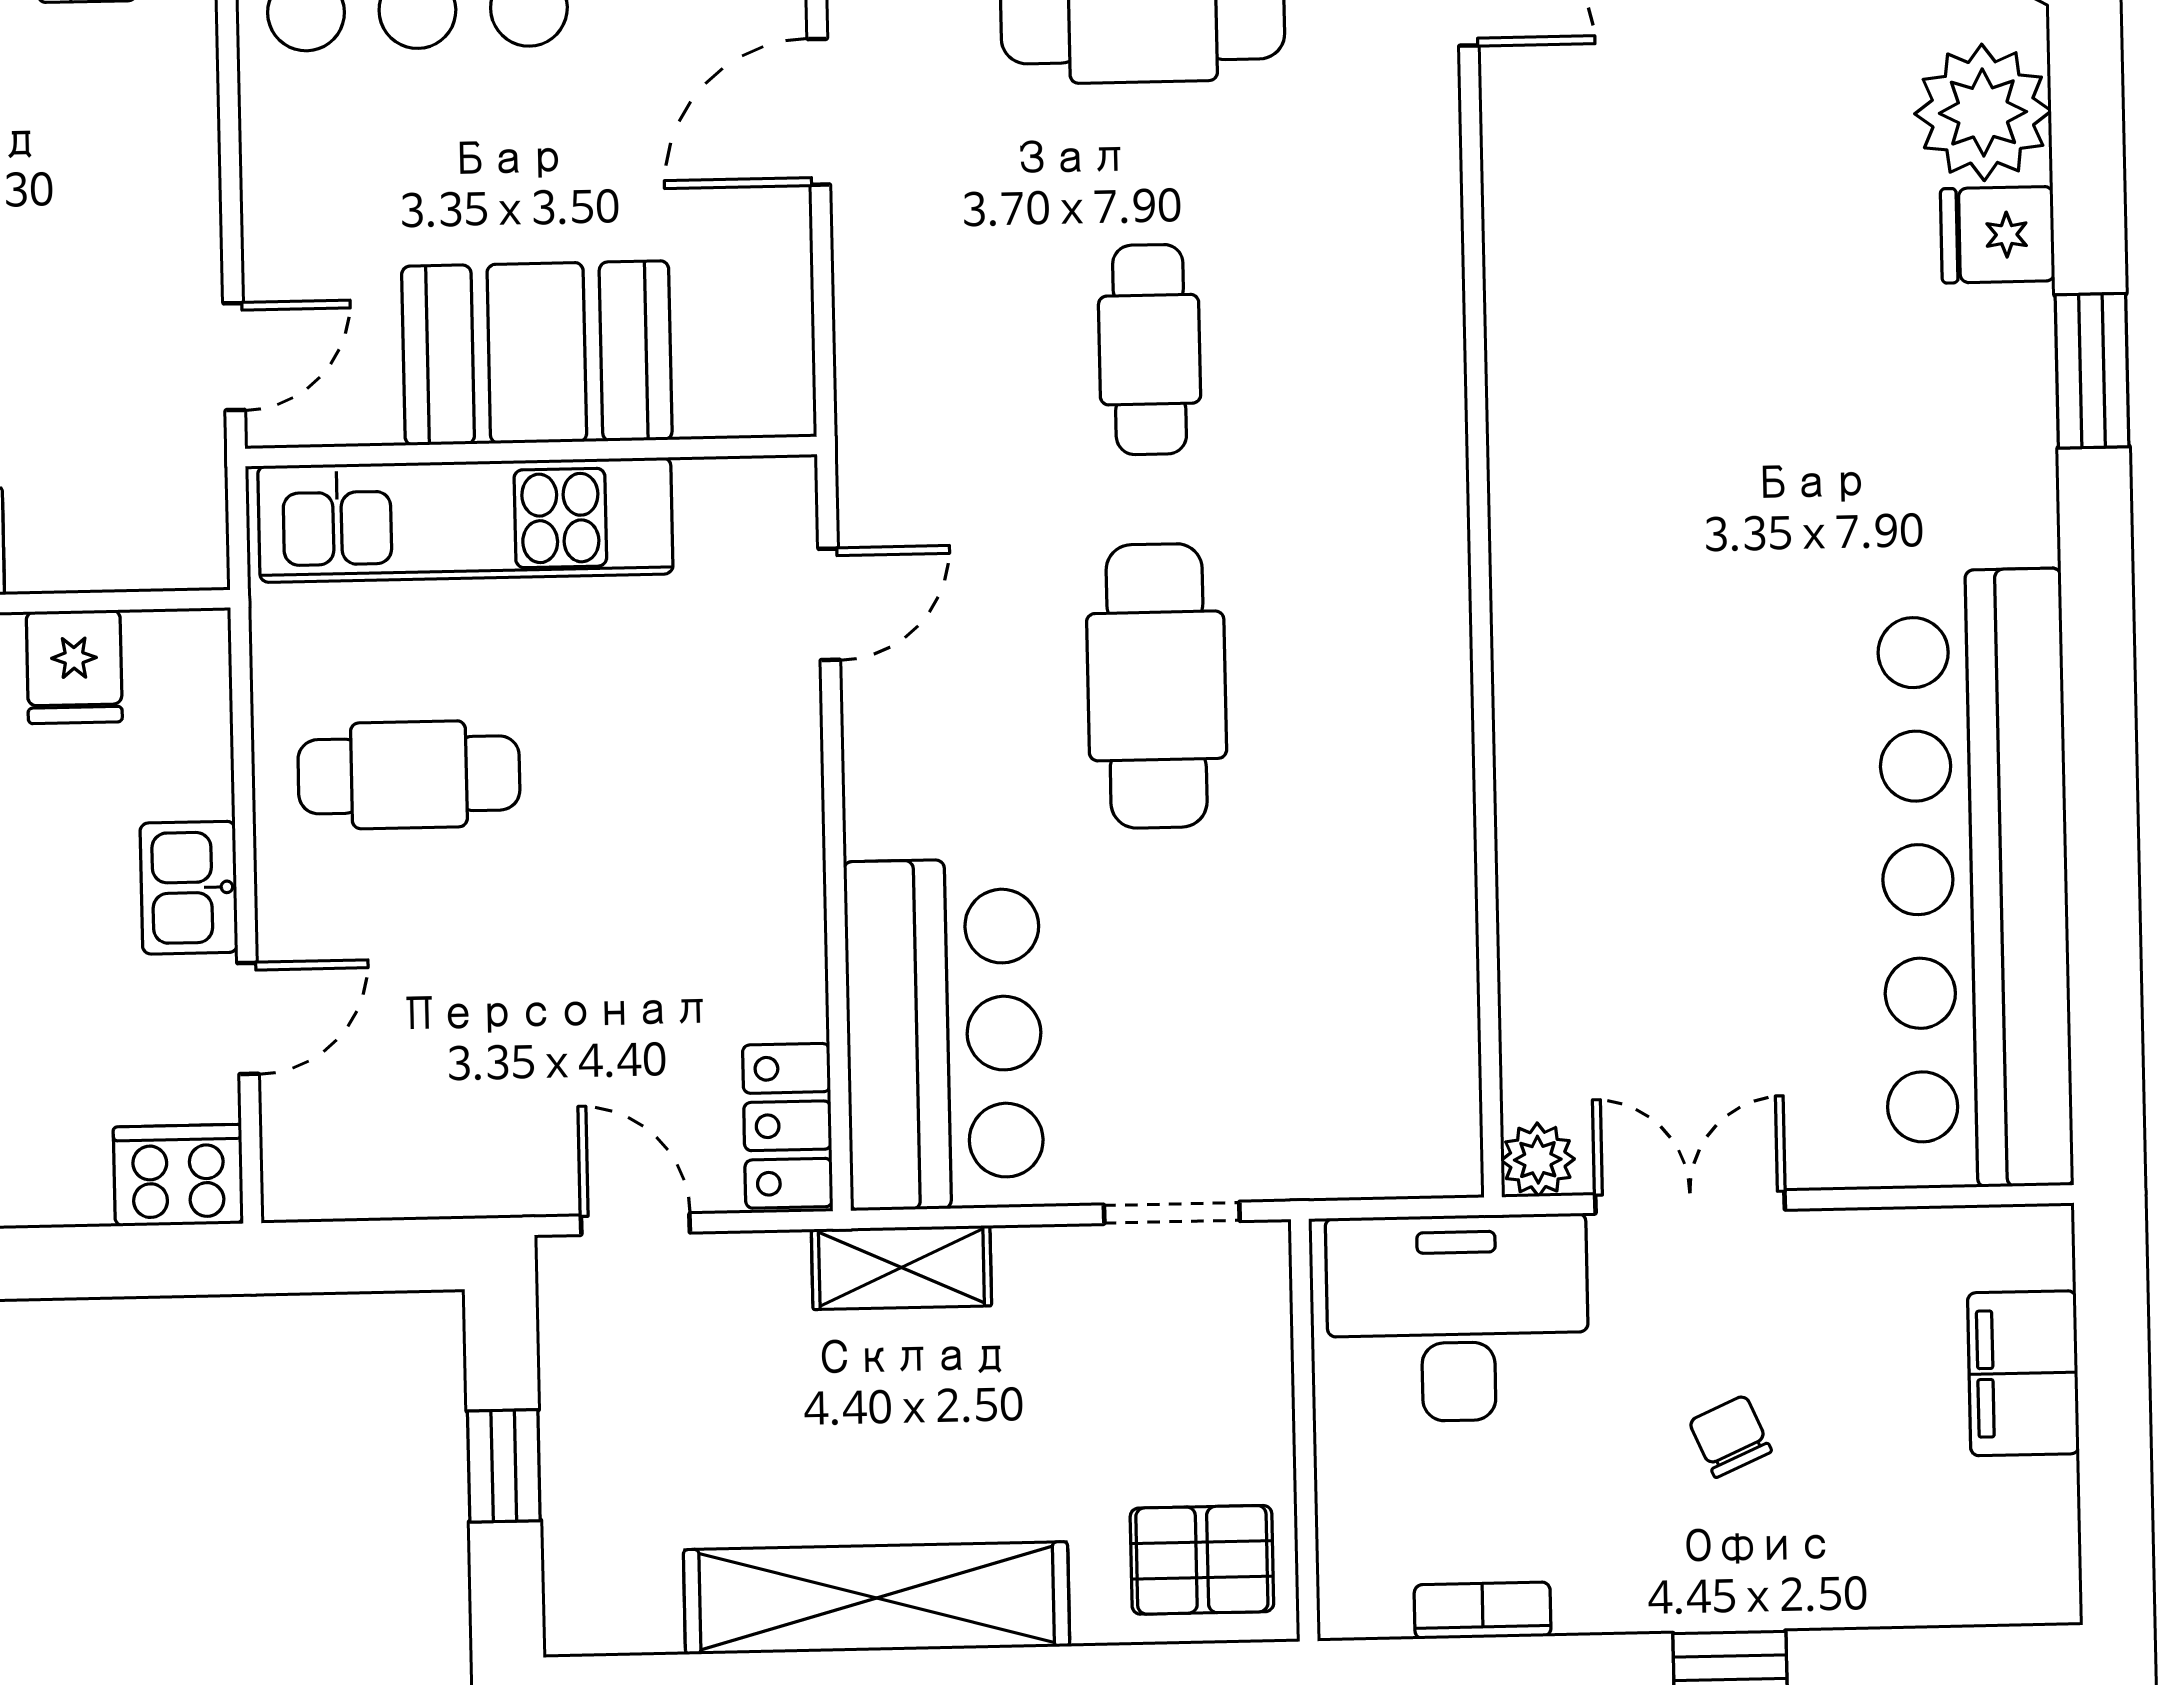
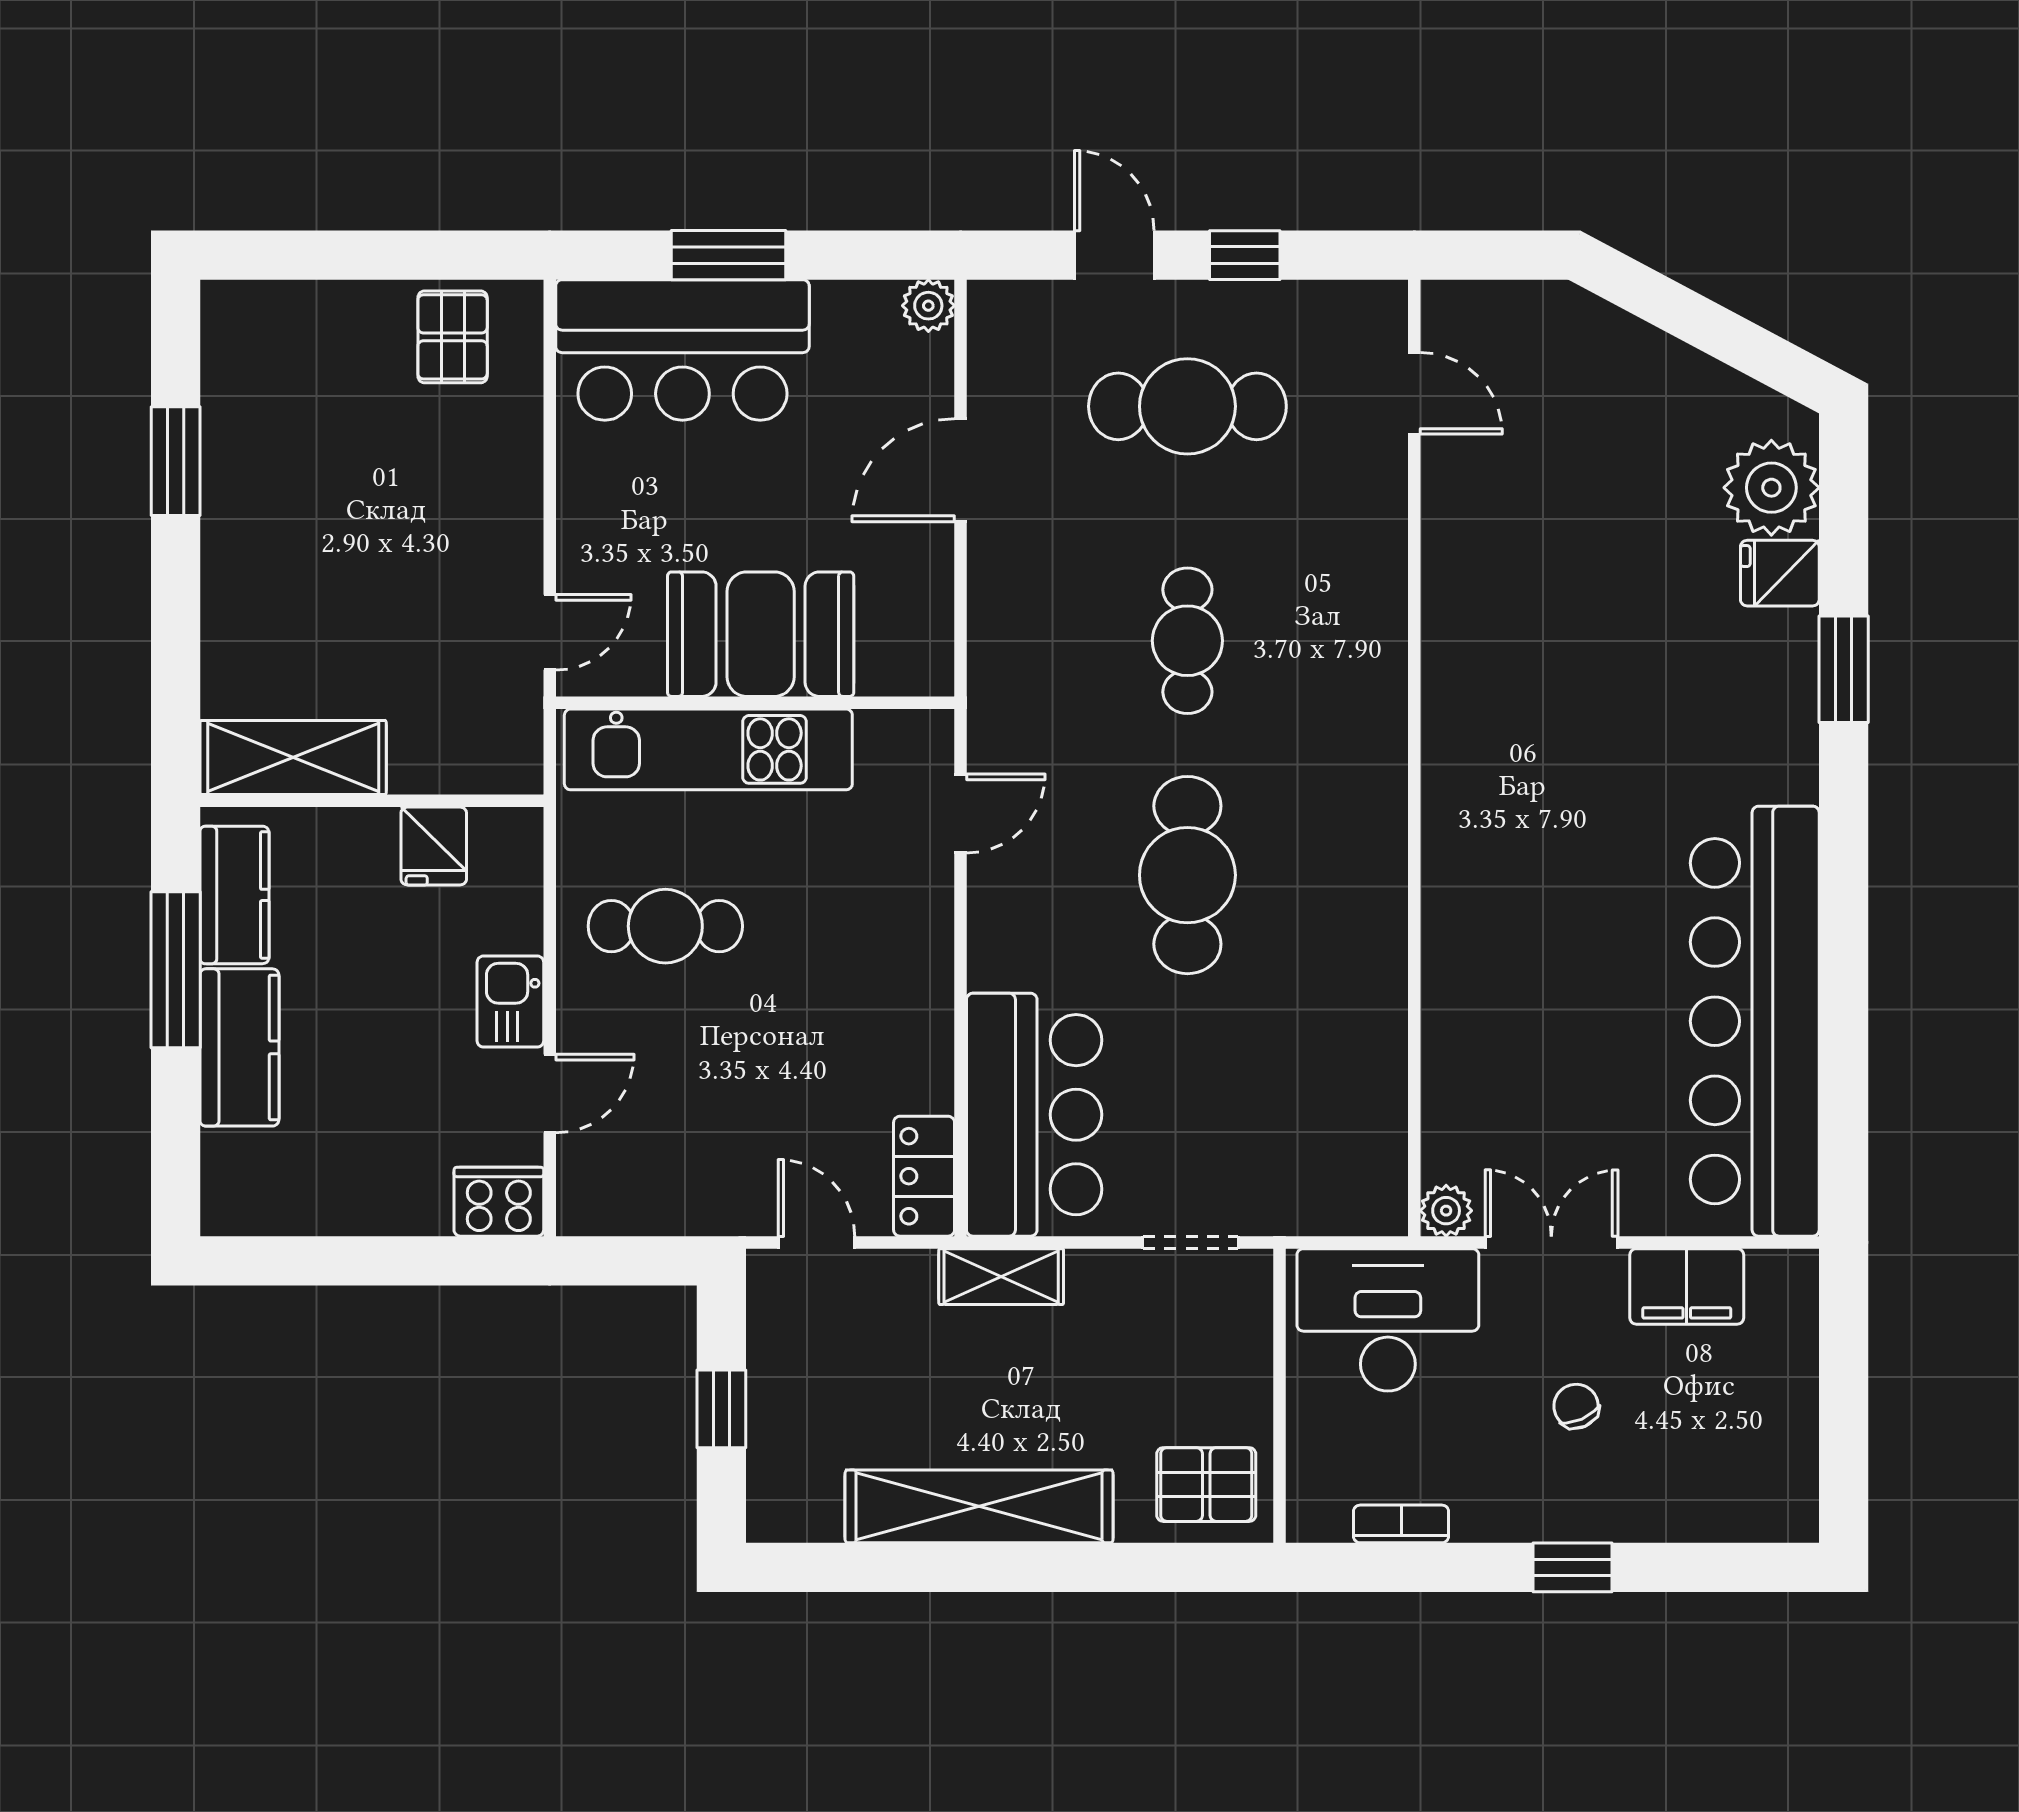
filing cabinet: (2023, 1373) -> (1687, 1286), moved, turned -90

